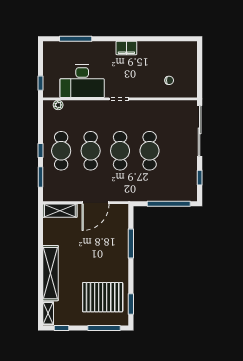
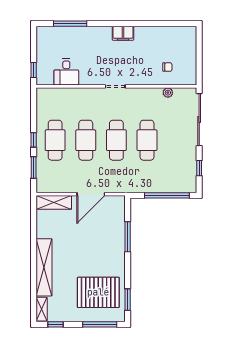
desk: (82, 81) -> (66, 72), width x0.53, depth x0.77
plant: (58, 105) -> (168, 93), moved

